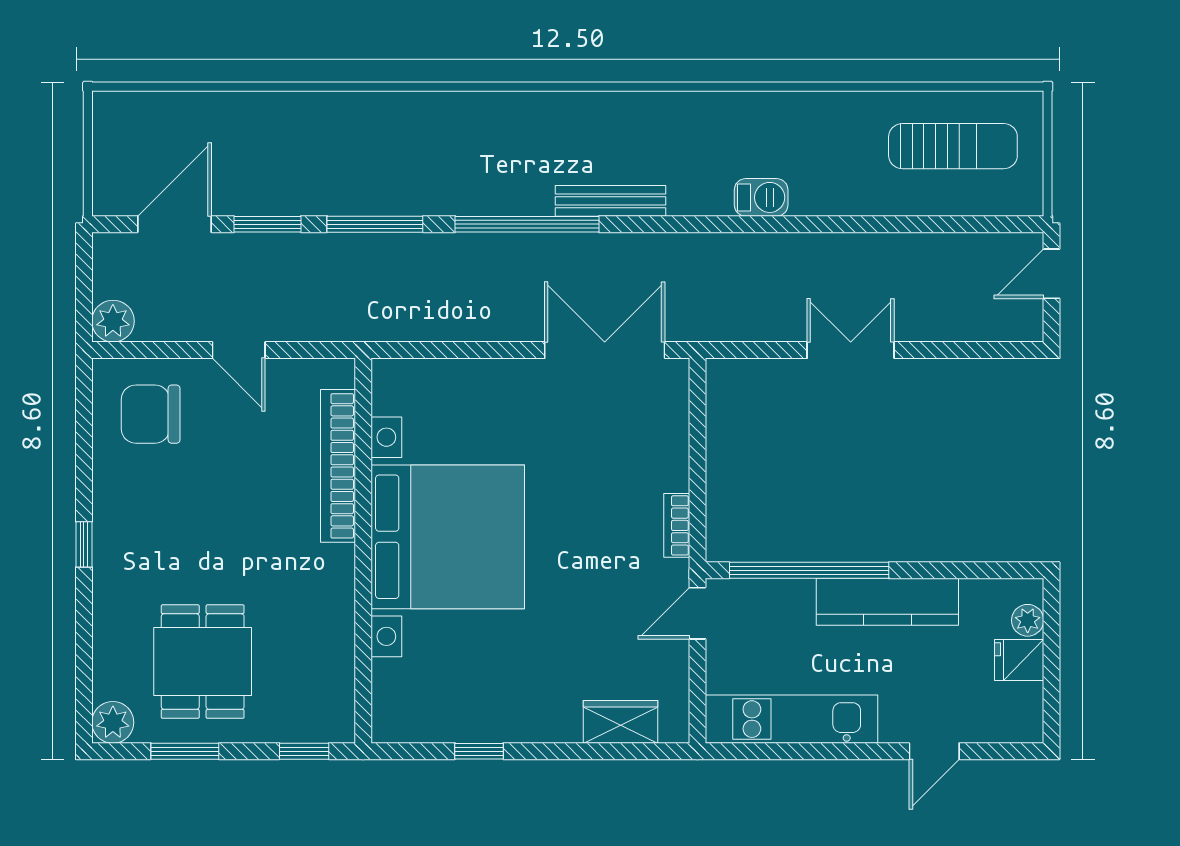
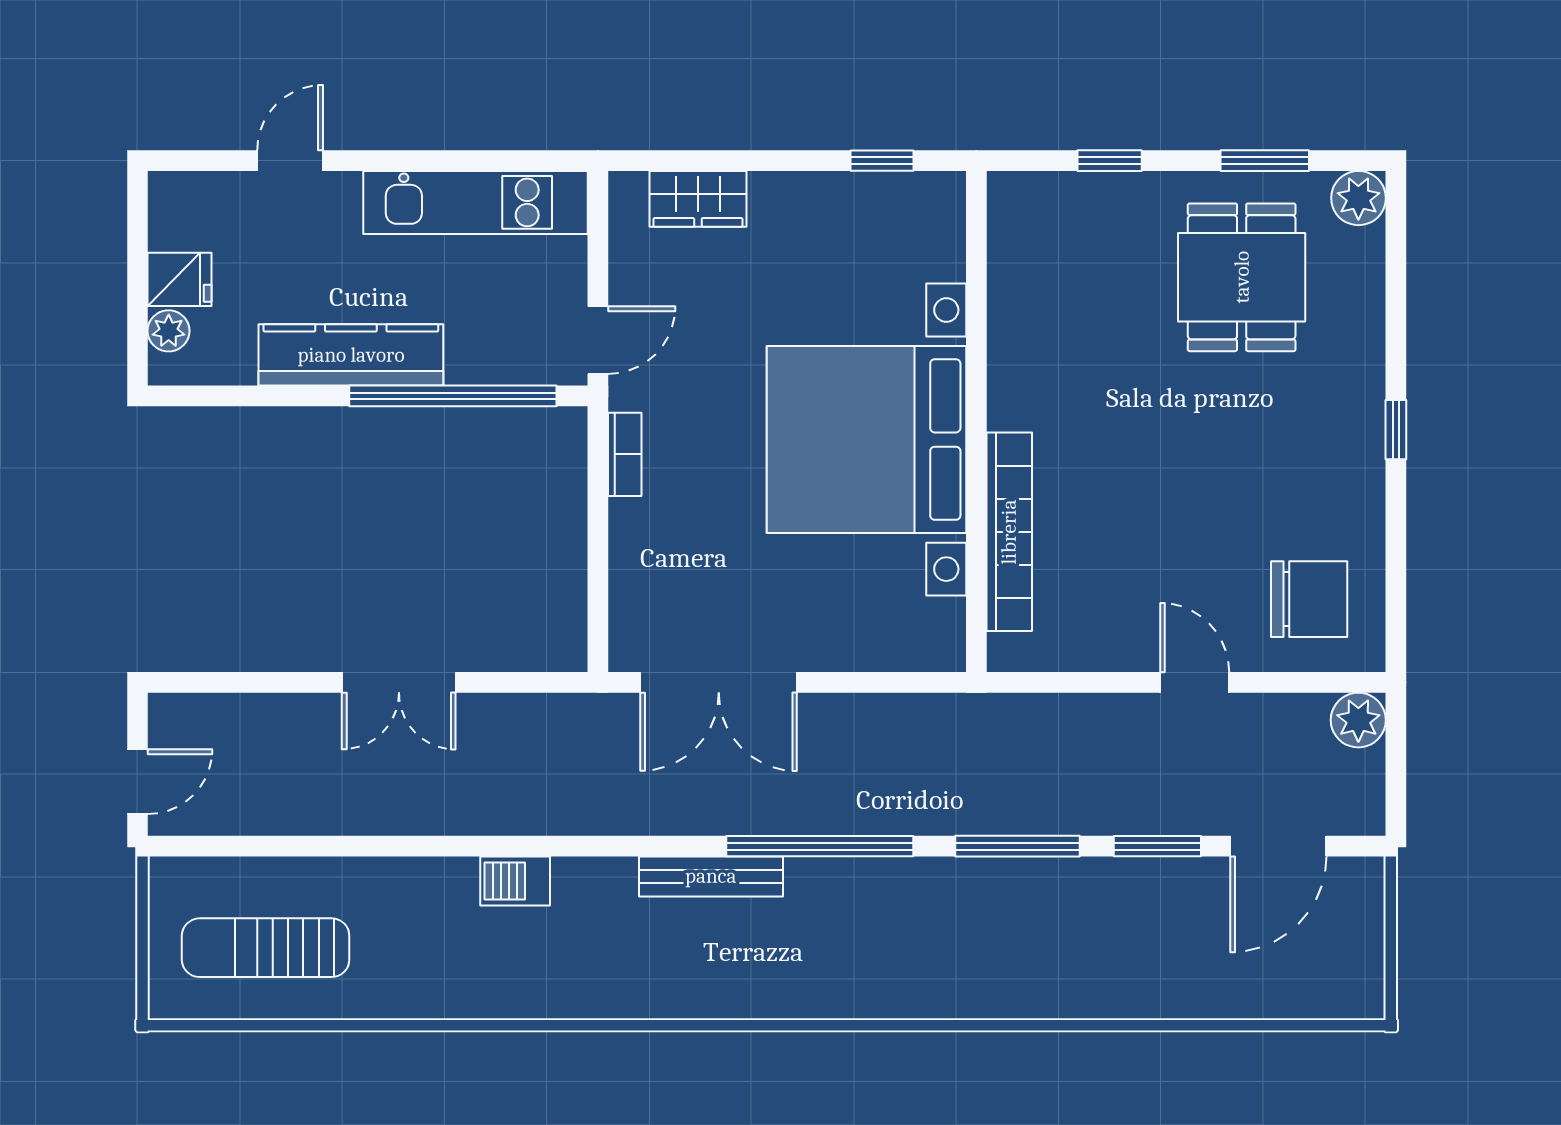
bookcase: (338, 466) -> (1009, 532), moved
bed with nightstands: (448, 537) -> (867, 440), moved
wall: (363, 551) -> (976, 422), moved

